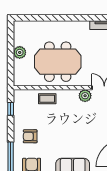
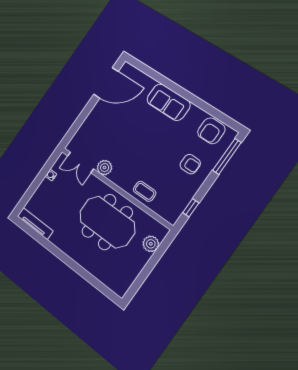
plant: (20, 52) -> (151, 244), moved

